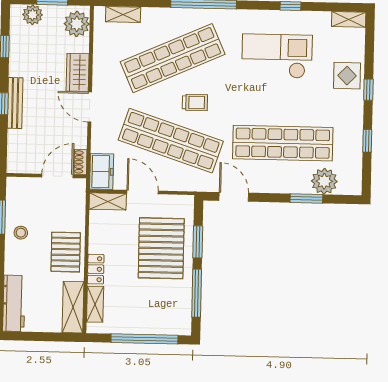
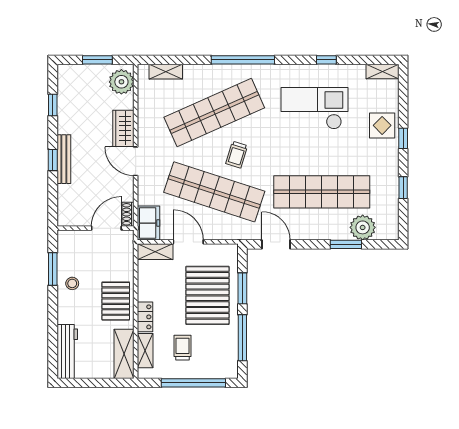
plant: (33, 15) -> (79, 74), removed
trolley: (195, 103) -> (237, 155), turned 107
trolley: (134, 302) -> (183, 348), added

